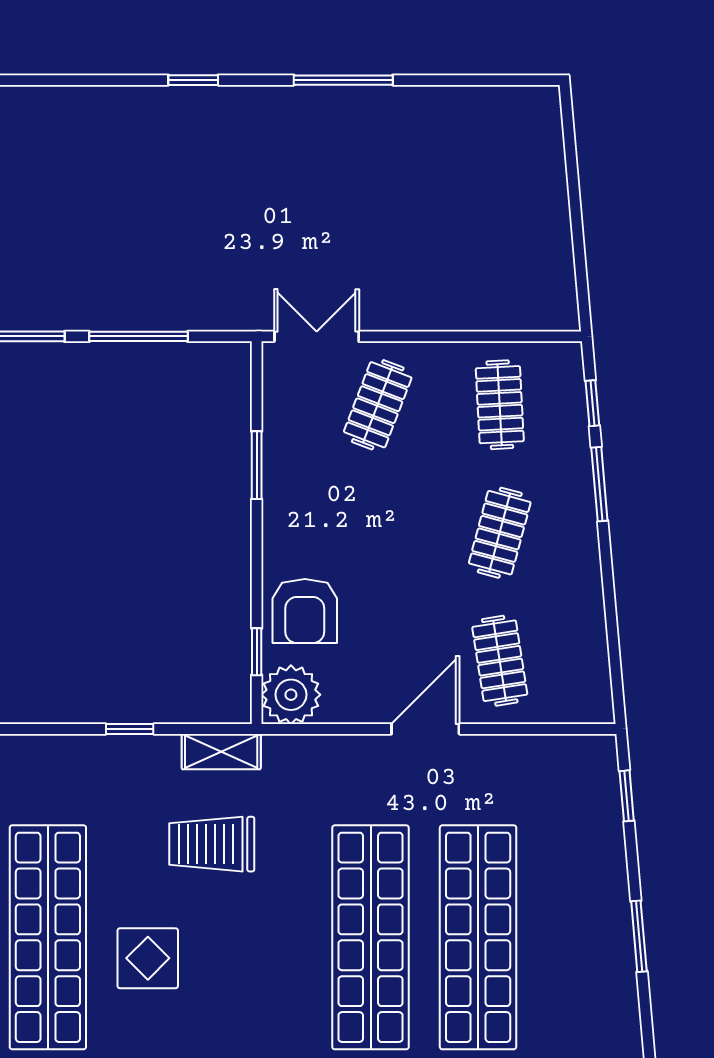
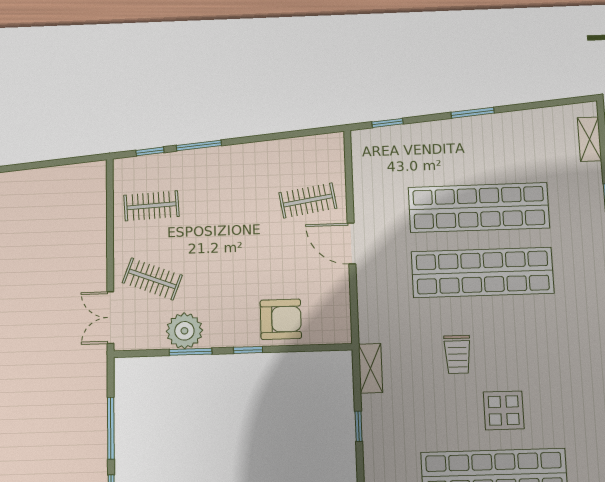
clothes rail: (500, 533) -> (230, 203), removed
window: (257, 652) -> (248, 350), moved
plant: (291, 695) -> (184, 331), moved
trolley: (212, 844) -> (457, 354), moved, width x0.73, depth x0.72

